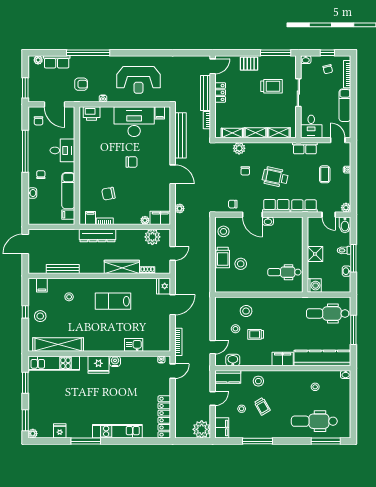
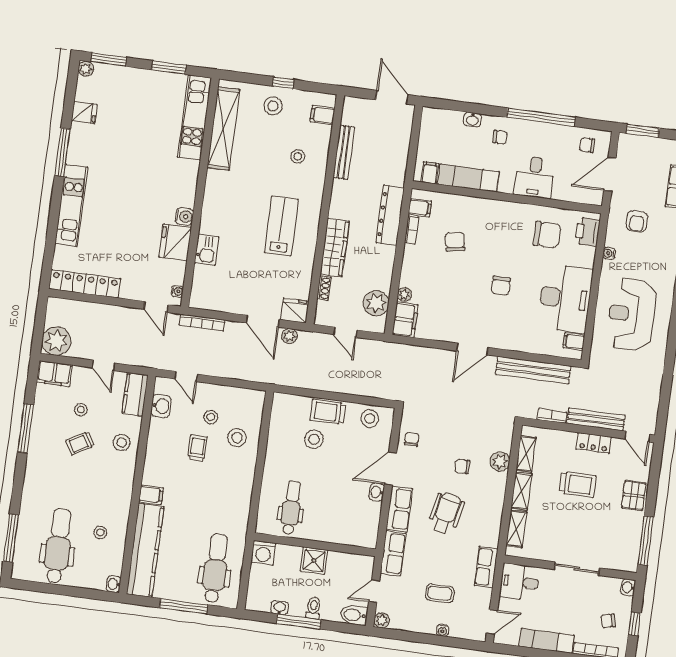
trolley: (271, 86) -> (578, 484), moved, turned -90
chair: (97, 138) -> (547, 235), added
plant: (180, 209) -> (289, 336), moved
filing cabinet: (283, 359) -> (151, 495), width x0.50
fridge: (98, 365) -> (175, 242), moved
dental chair: (314, 421) -> (58, 546), moved

